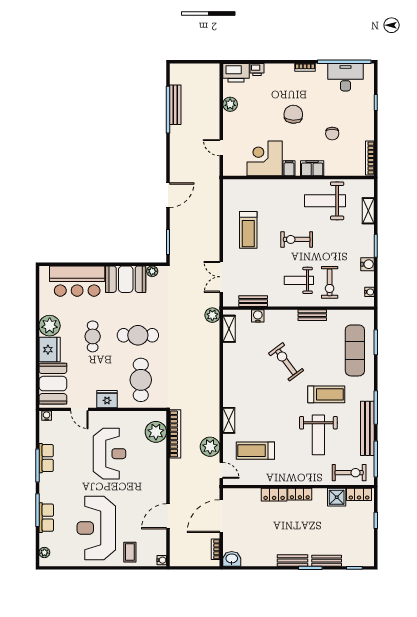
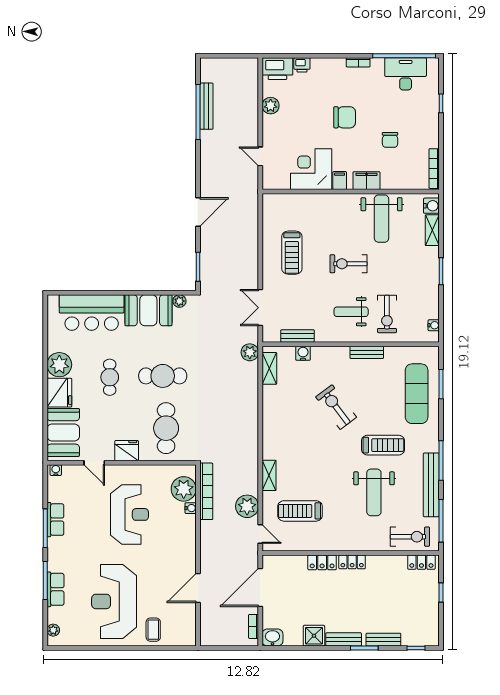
chair: (293, 114) -> (345, 117), turned 87
weight bench: (325, 201) -> (382, 219), turned -90
water cooler: (368, 264) -> (431, 206), moved
shower: (337, 497) -> (314, 636), moved
water cooler: (162, 560) -> (191, 508), moved

